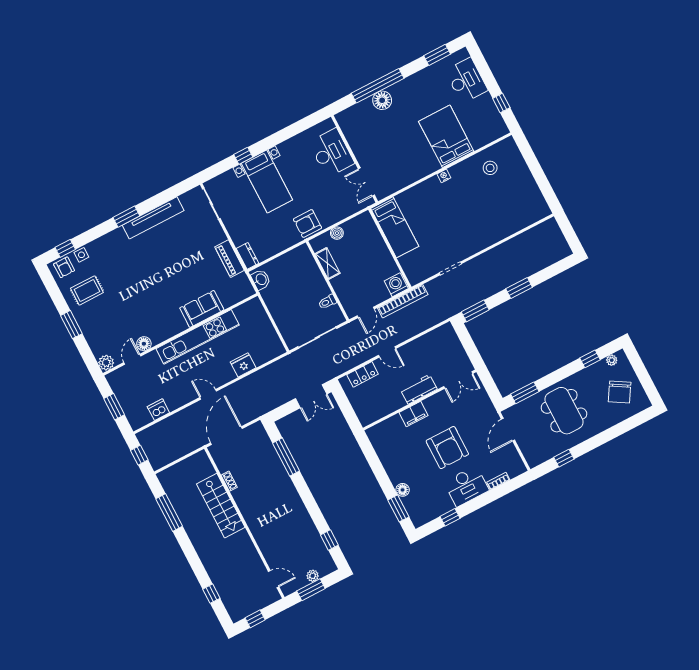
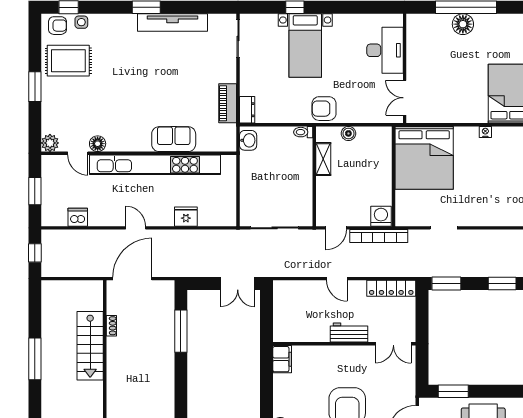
bed: (395, 227) -> (424, 158), width x2.04
armchair: (64, 267) -> (57, 26), turned -90
rug: (87, 290) -> (68, 61), width x1.36, depth x1.43
toilet: (327, 302) -> (303, 132), moved
kitchen unit: (198, 337) -> (155, 165), width x1.36
door: (132, 359) -> (78, 153), swing flipped
locker: (363, 374) -> (391, 288), moved, width x1.53
filing cabinet: (413, 414) -> (282, 359), moved, turned -90
window: (169, 512) -> (35, 359), moved

